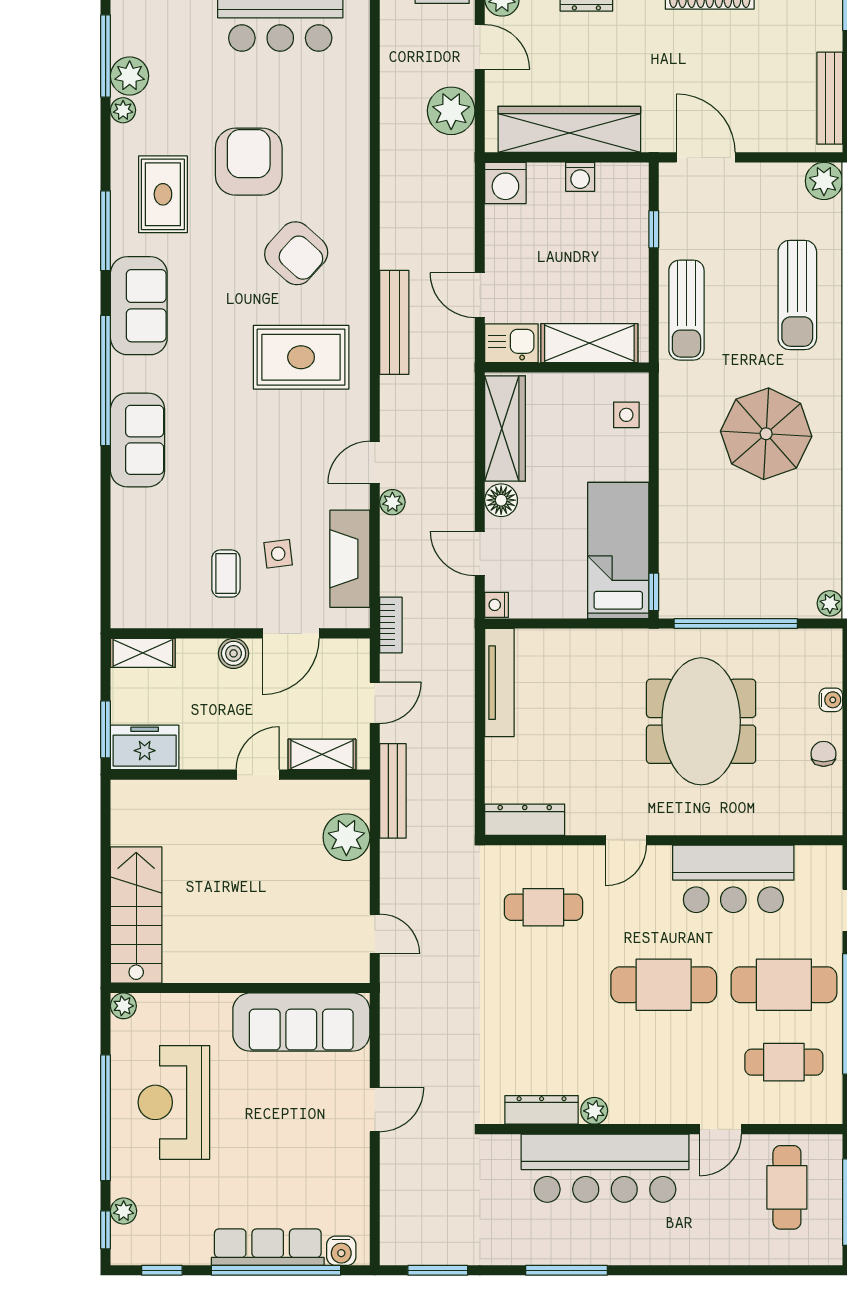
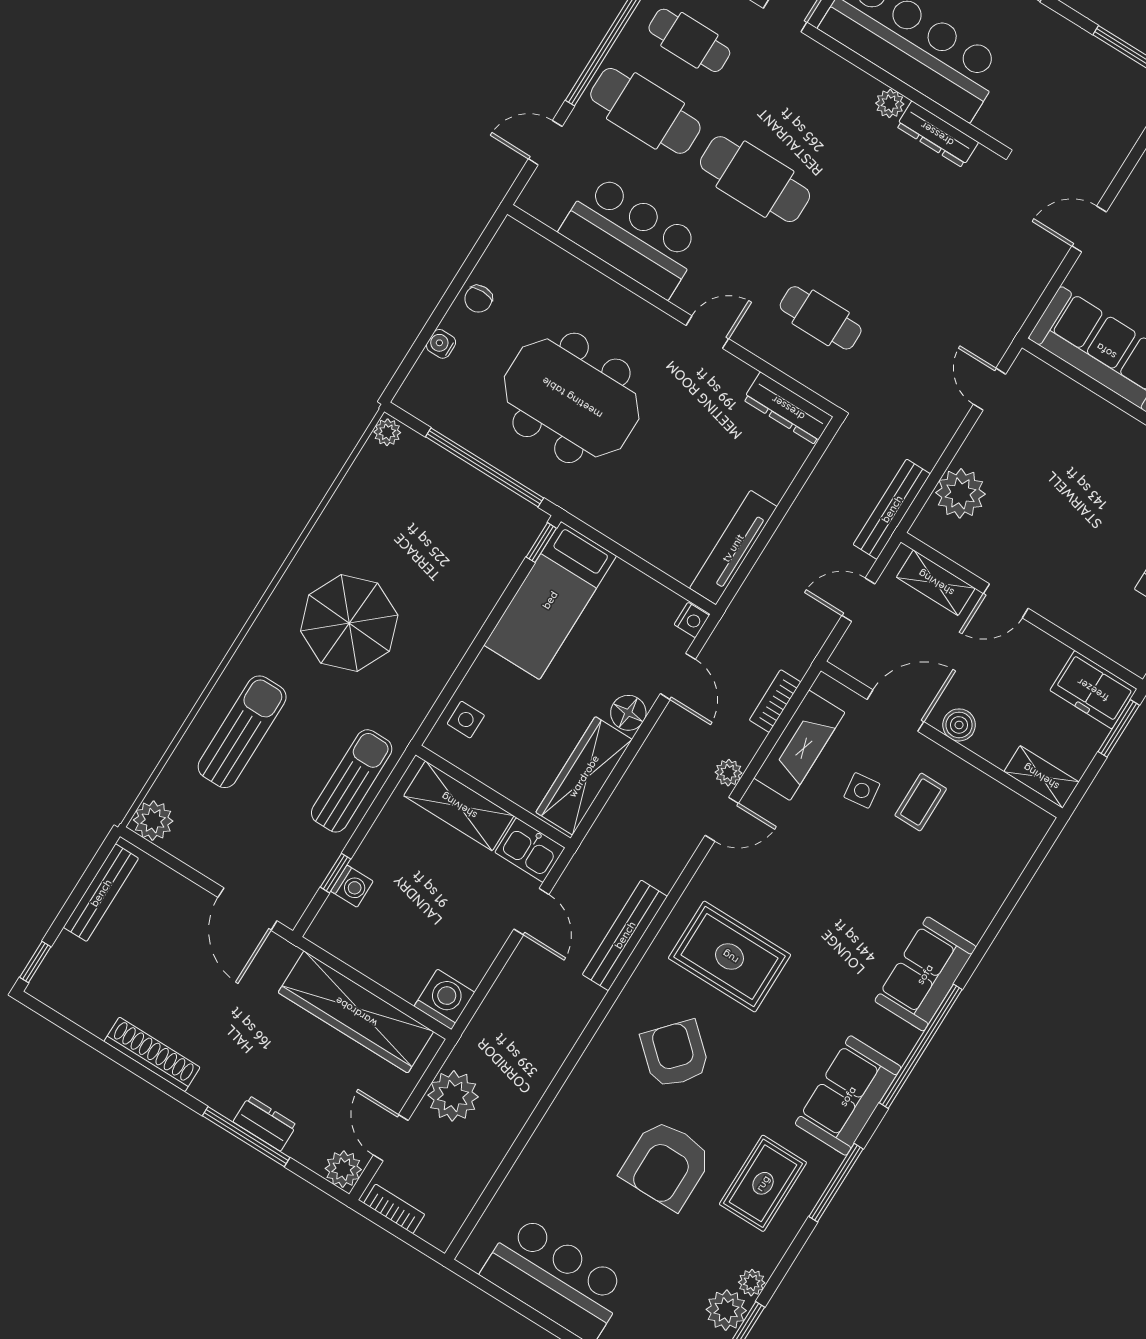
washing machine: (580, 177) -> (352, 886), moved, turned 90
bookcase: (391, 625) -> (775, 701), moved
meeting table: (701, 721) -> (572, 398), turned 90

